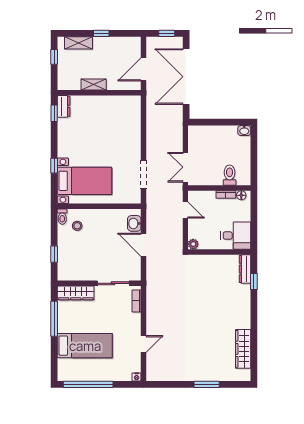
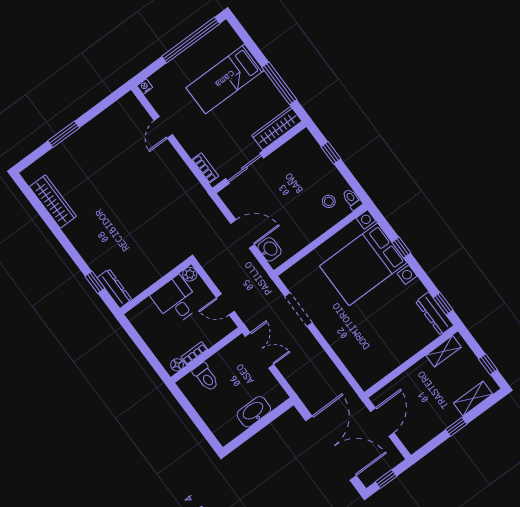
shelving: (94, 85) -> (443, 351), moved
dresser: (64, 106) -> (435, 314), width x1.44
washbasin: (244, 131) -> (254, 412), moved, width x1.91, depth x1.45
bed with nightstands: (85, 181) -> (363, 264), width x1.36
desk: (236, 236) -> (176, 300), moved, turned 90

